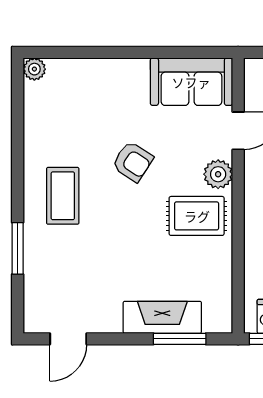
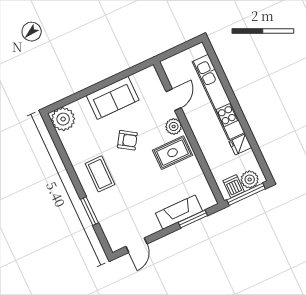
plant: (34, 69) -> (63, 119), width x1.87, depth x1.87
sofa: (191, 82) -> (113, 98), moved

